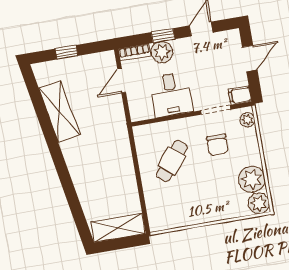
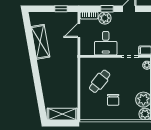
window: (67, 52) -> (61, 9), moved
chair: (217, 145) -> (113, 100), moved

